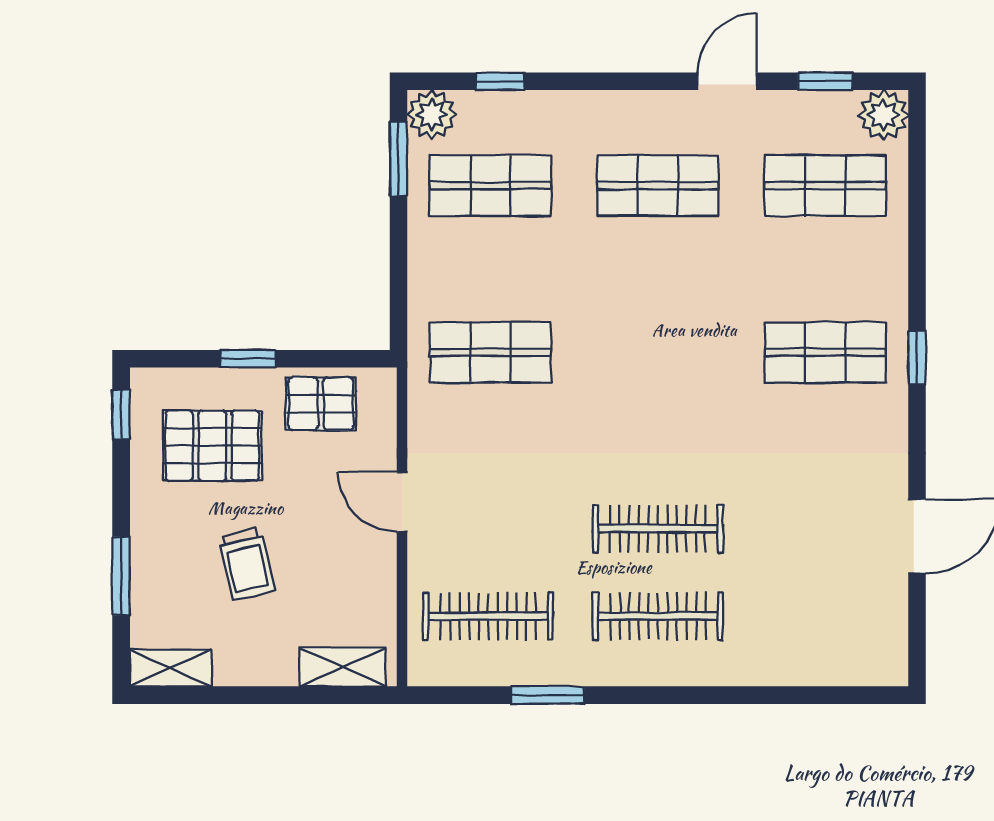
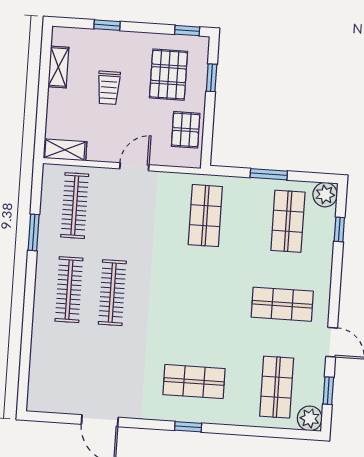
window: (399, 159) -> (269, 174), moved
shop shelf: (658, 186) -> (282, 304), turned 90
shop shelf: (825, 352) -> (194, 382), turned 90
window: (248, 359) -> (212, 78), moved
trolley: (247, 564) -> (109, 88), turned -77
window: (121, 576) -> (107, 25), width x0.67
shelving: (342, 667) -> (65, 150), moved, turned 90
shelving: (171, 668) -> (58, 67), moved

